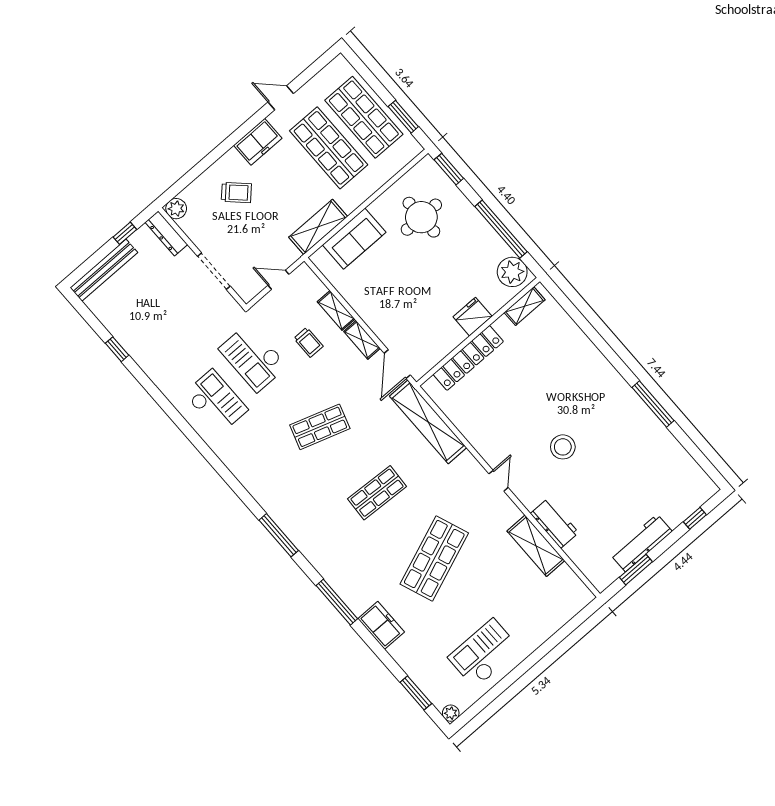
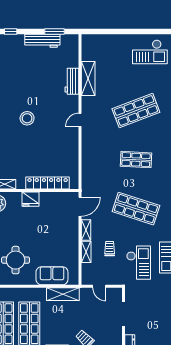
shelving: (428, 422) -> (88, 171), removed
shop shelf: (320, 427) -> (136, 209), width x1.43, depth x1.36
stool: (563, 447) -> (27, 118), moved

